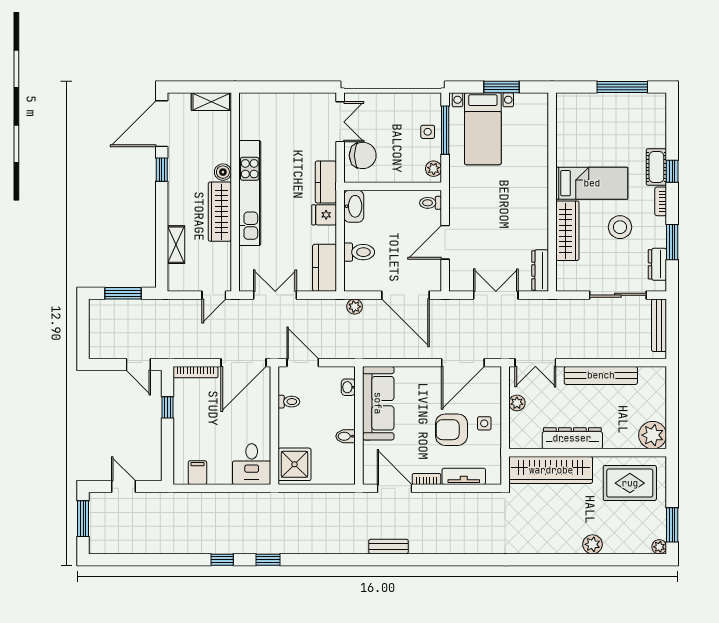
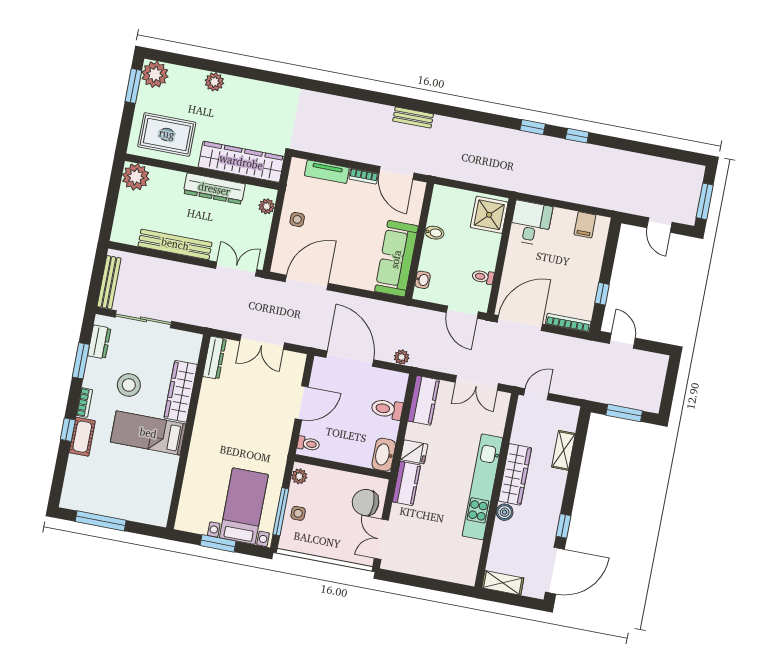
plant: (517, 403) -> (267, 206), moved
armchair: (451, 430) -> (330, 219), removed
plant: (659, 547) -> (155, 74), width x1.87, depth x1.87

